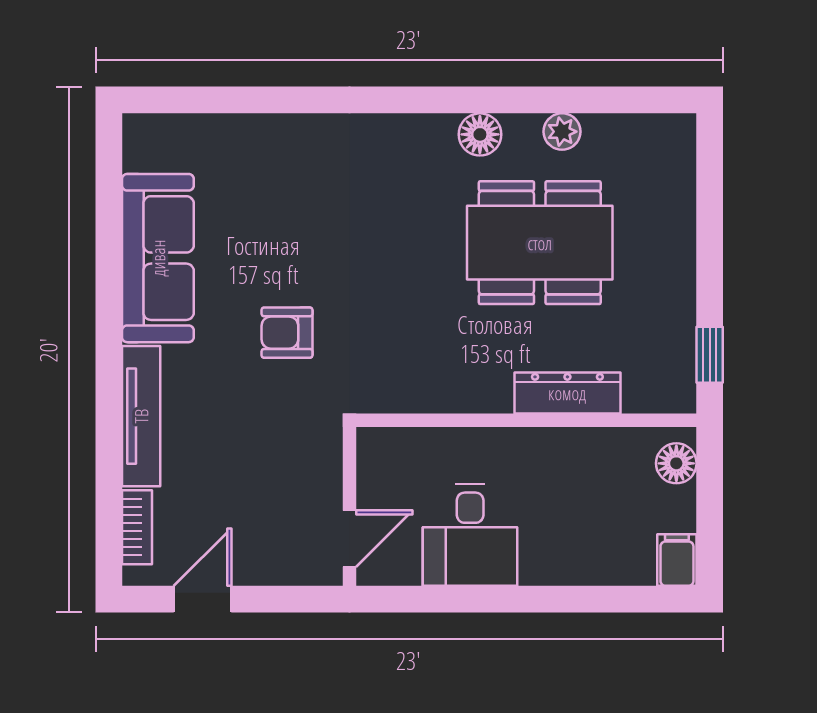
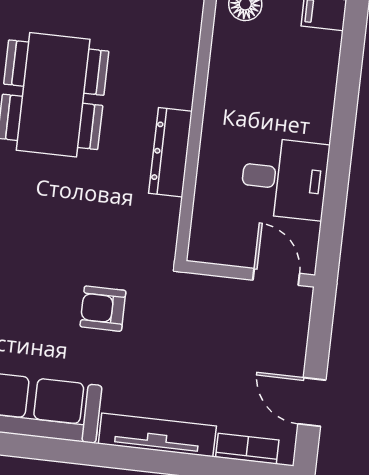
armchair: (287, 333) -> (103, 309), turned 90
dresser: (567, 393) -> (170, 152), moved

